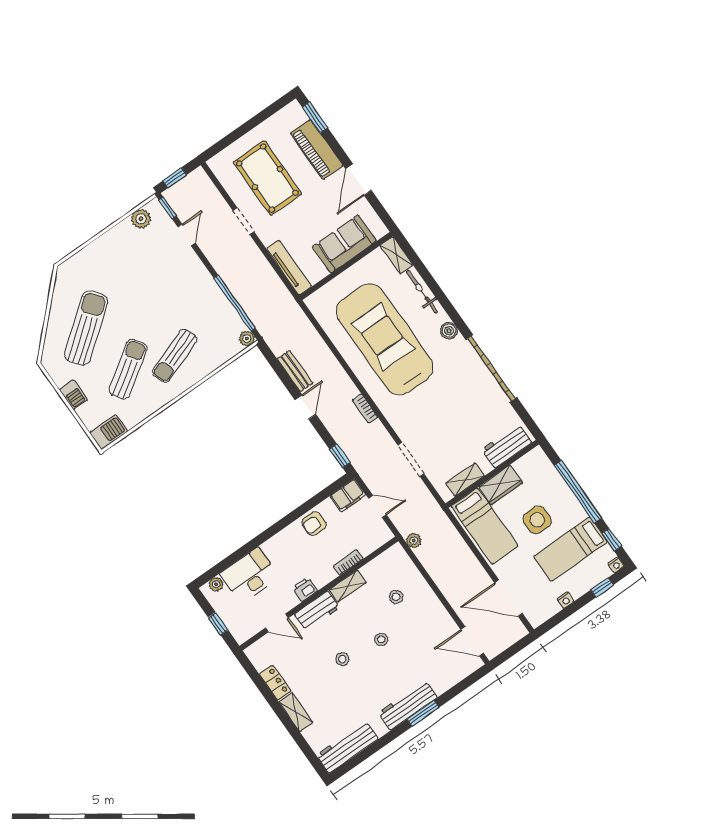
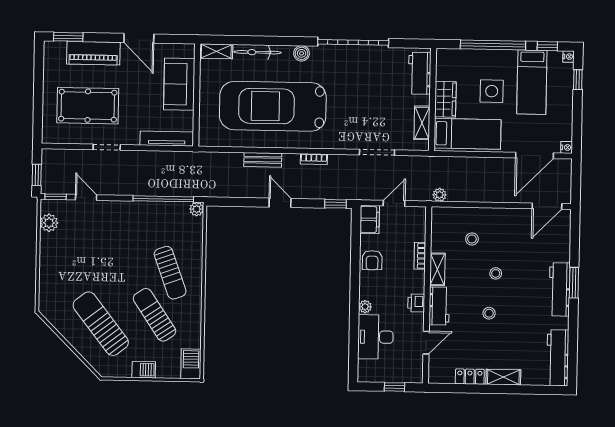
bench: (295, 371) -> (263, 160), moved
plant: (216, 584) -> (365, 307), moved
nightstand: (565, 600) -> (567, 147), moved

